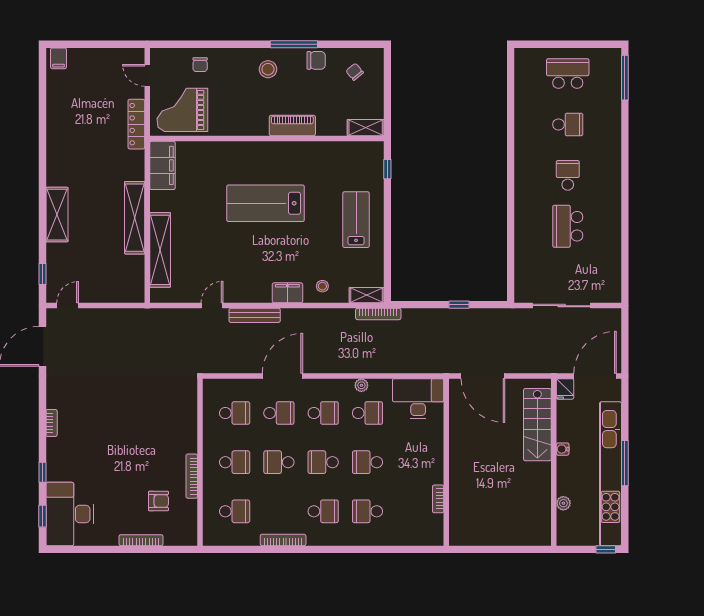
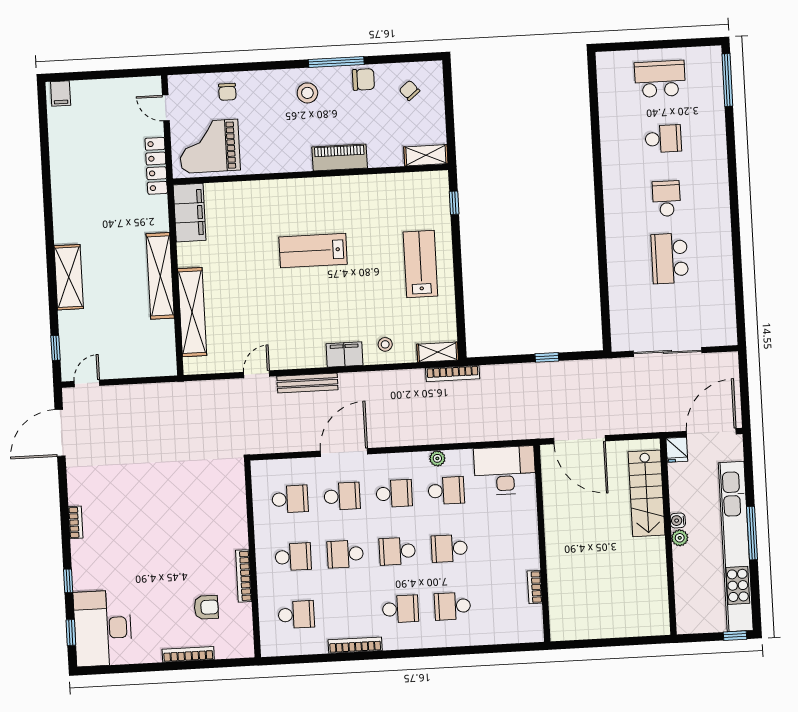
lab bench: (266, 203) -> (313, 251), width x0.73, depth x0.72
plant: (563, 503) -> (680, 538), moved

